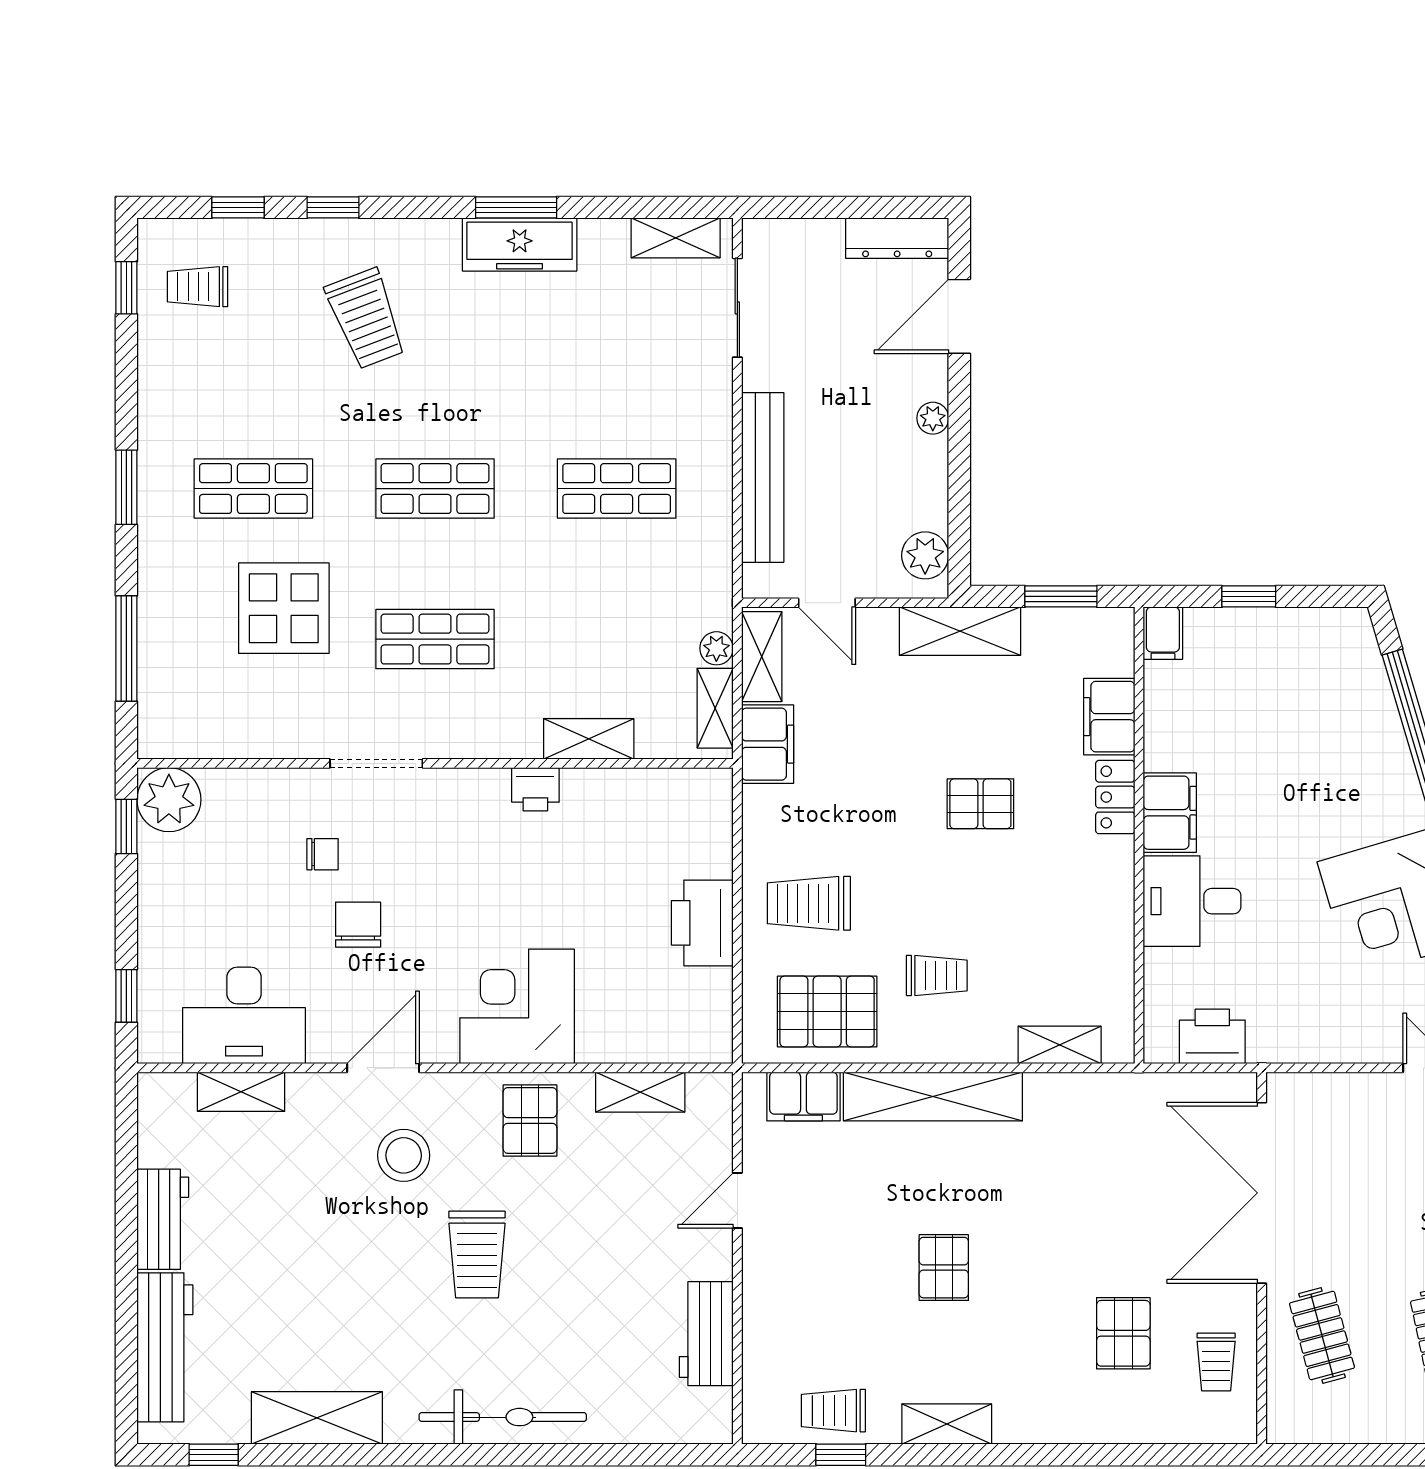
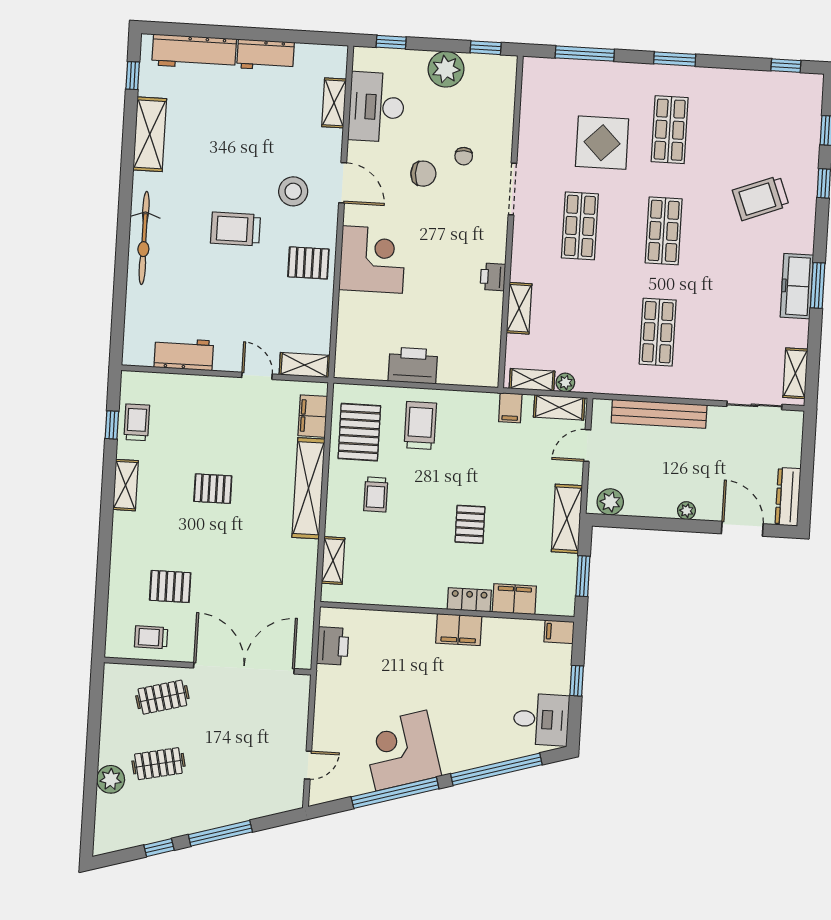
trolley: (198, 287) -> (784, 105), removed
filing cabinet: (768, 744) -> (510, 408), width x0.50
plant: (169, 800) -> (446, 69), moved
desk: (1192, 901) -> (541, 719), moved, turned 90
shelving: (640, 1092) -> (305, 365), moved, turned 90

